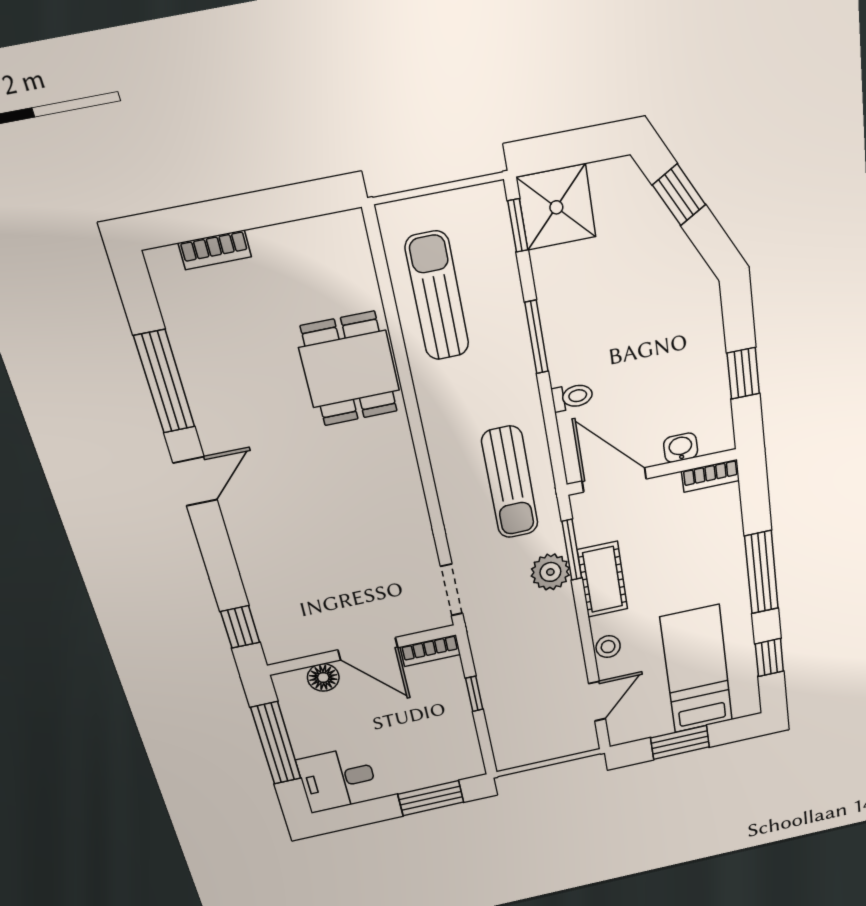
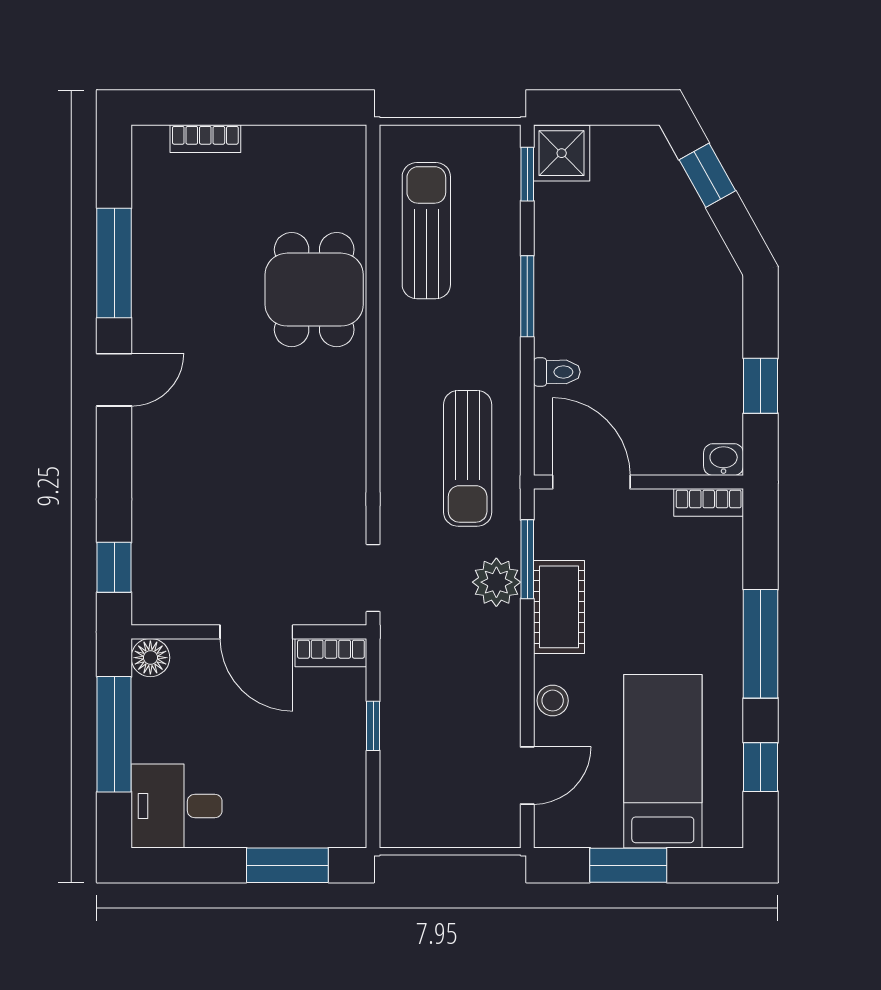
shower: (556, 207) -> (562, 153), width x0.73, depth x0.73
washbasin: (681, 448) -> (724, 460), moved
floor lamp: (323, 677) -> (150, 658), moved

